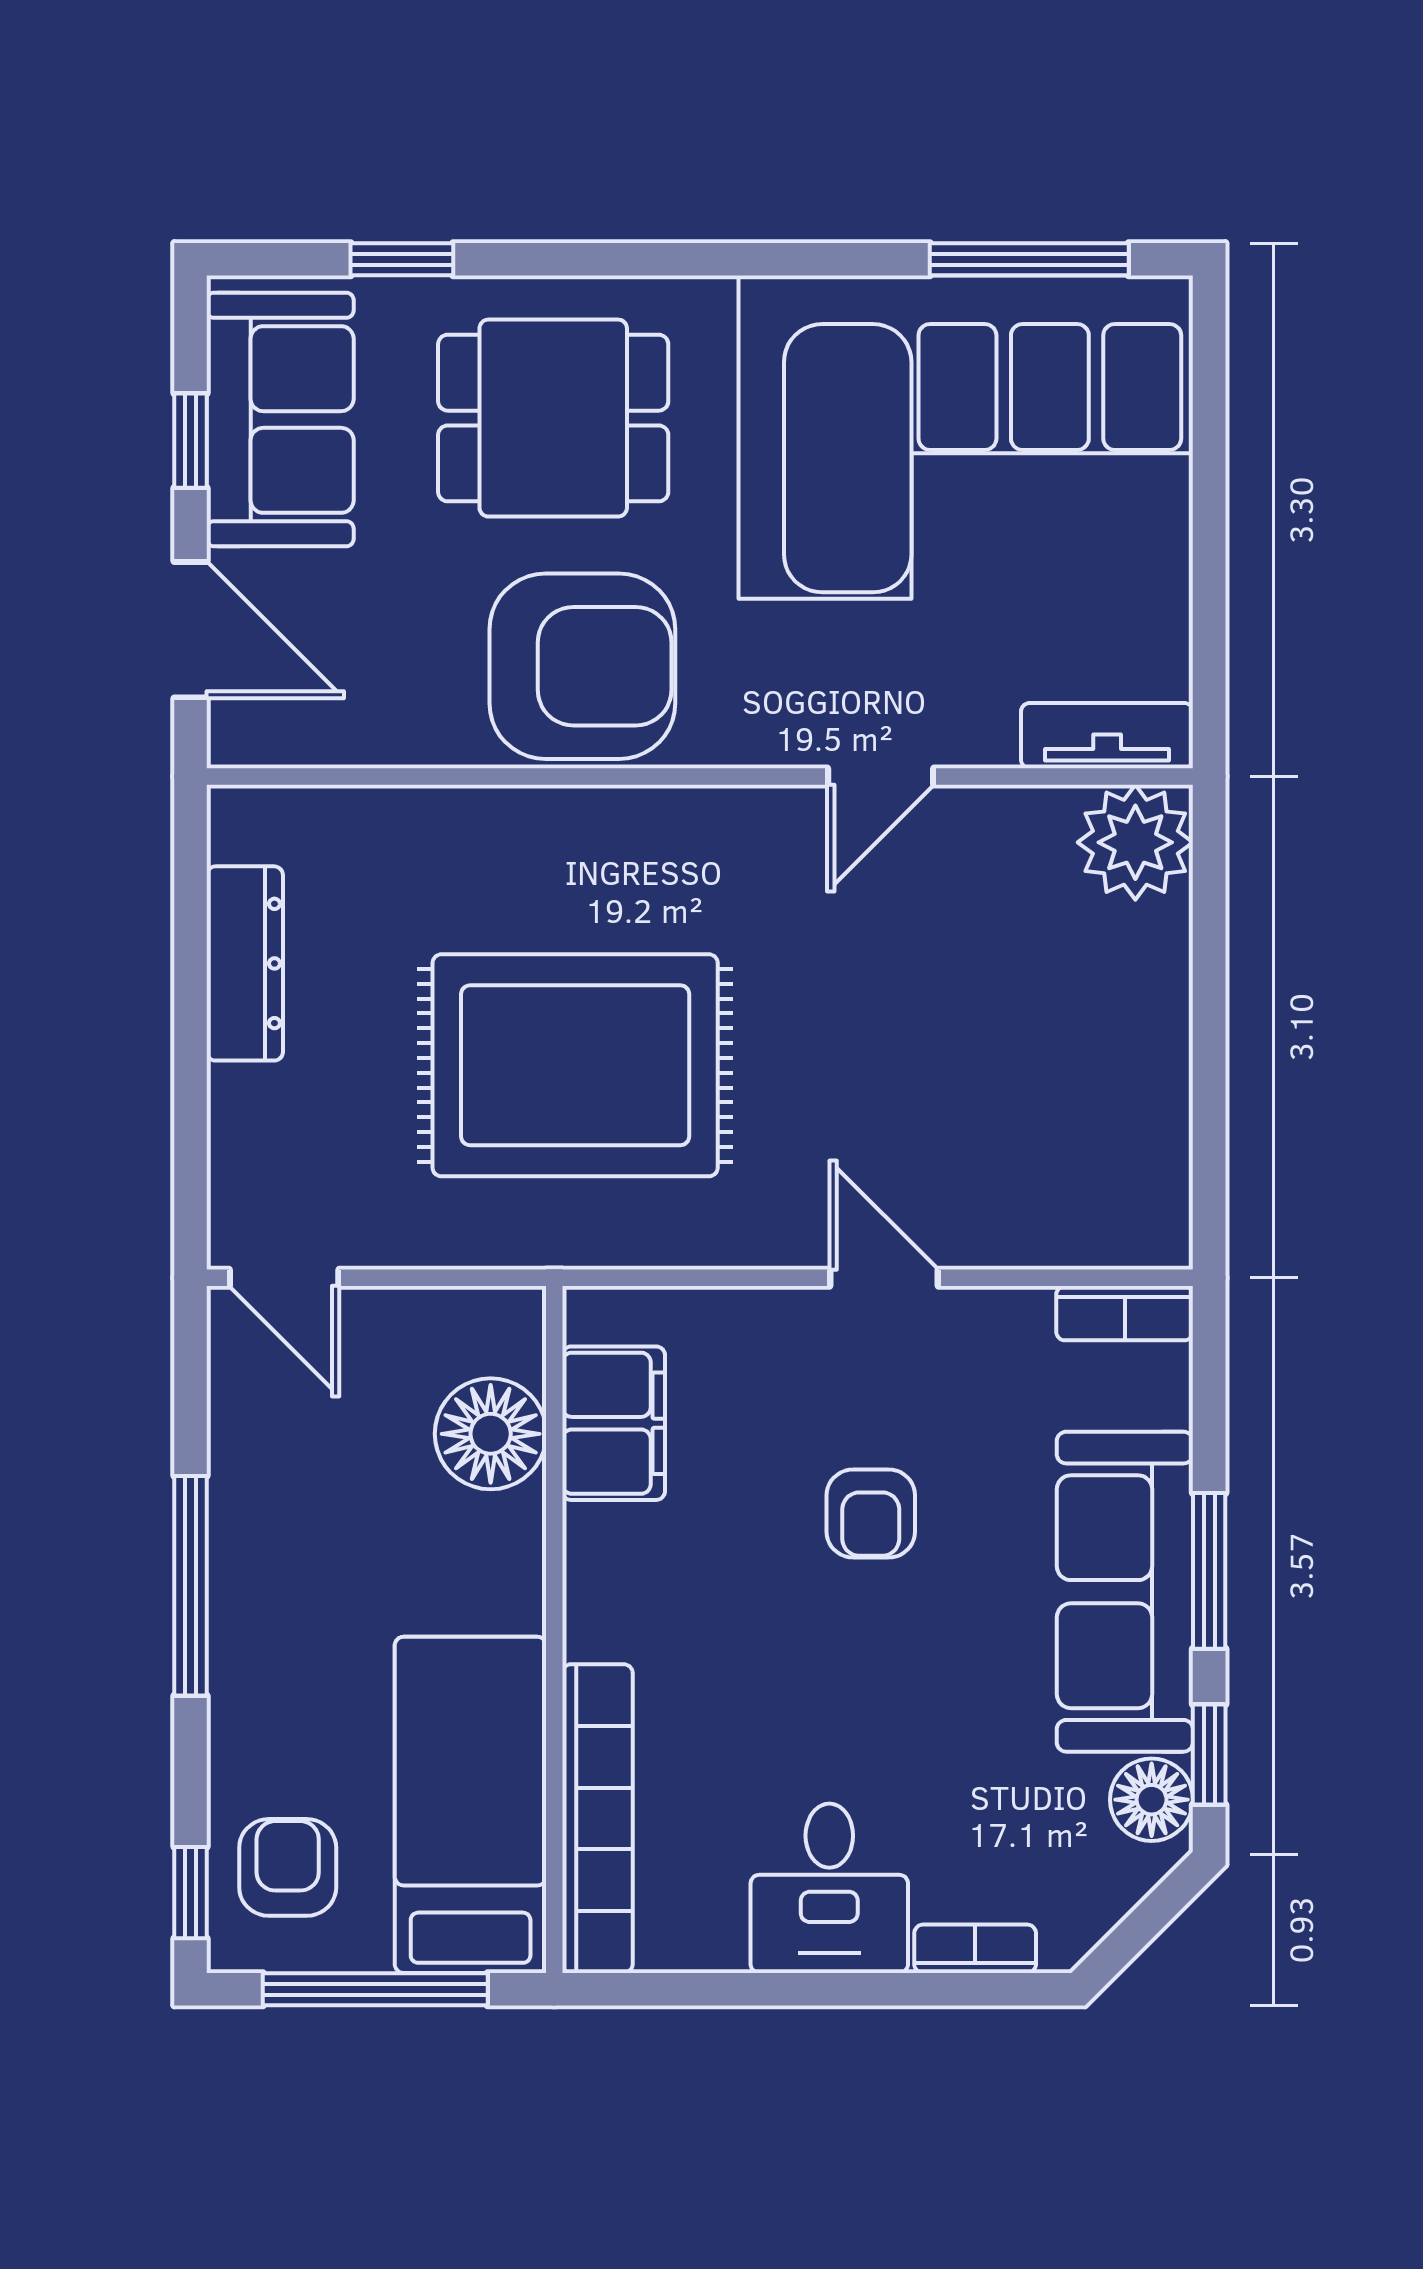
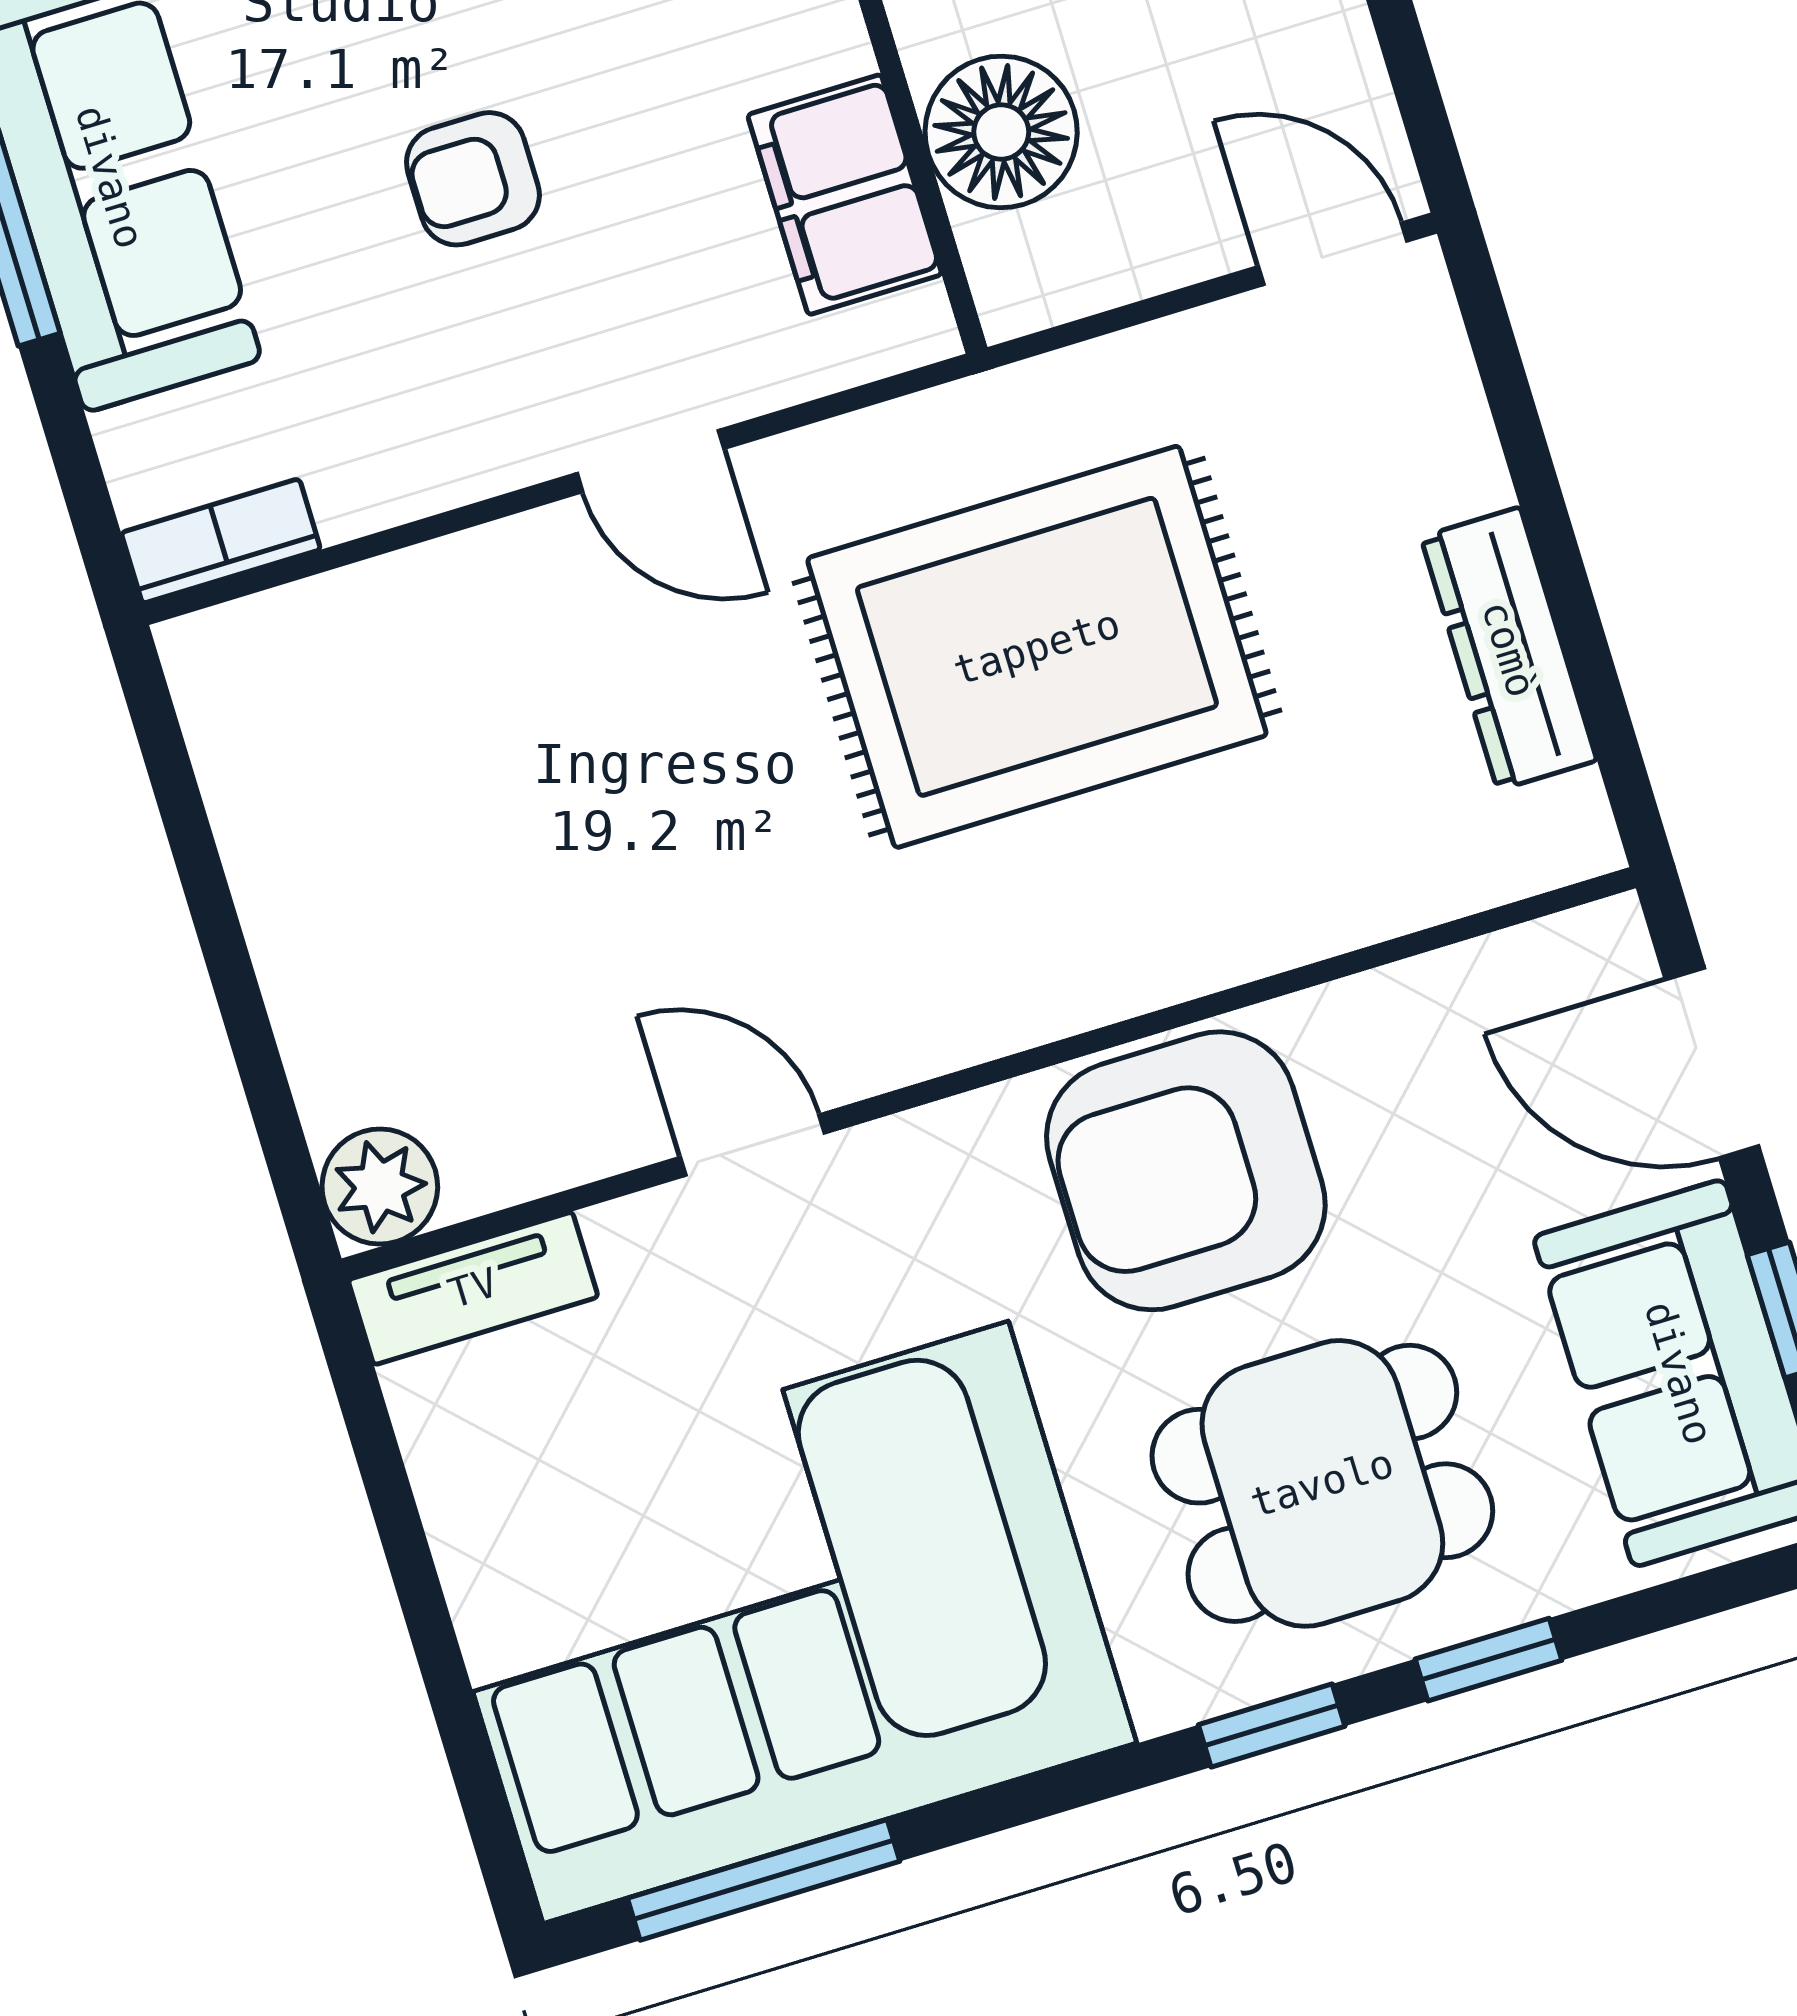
window: (402, 259) -> (1488, 1660), moved
window: (640, 259) -> (1272, 1726), added
door: (881, 777) -> (752, 1145), hinge flipped
plant: (1135, 842) -> (380, 1187), width x0.73, depth x0.73
door: (884, 1278) -> (650, 461), moved
armchair: (871, 1513) -> (473, 179), turned -90

